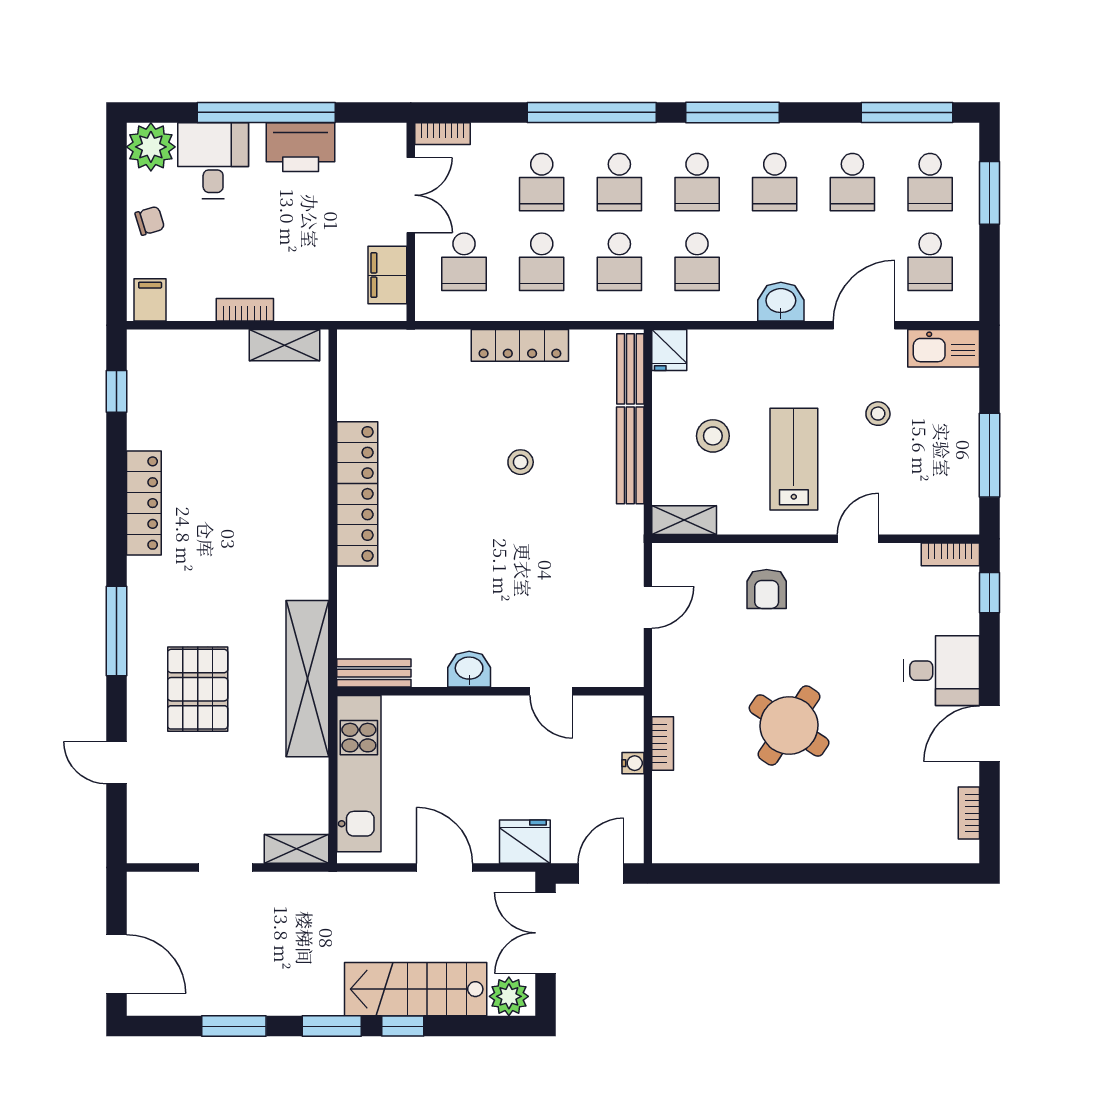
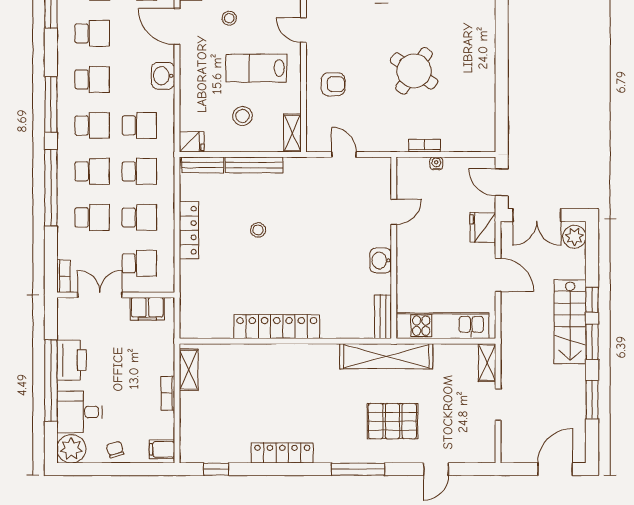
door: (445, 867) -> (498, 275), swing flipped
stairs: (416, 989) -> (570, 322), moved

